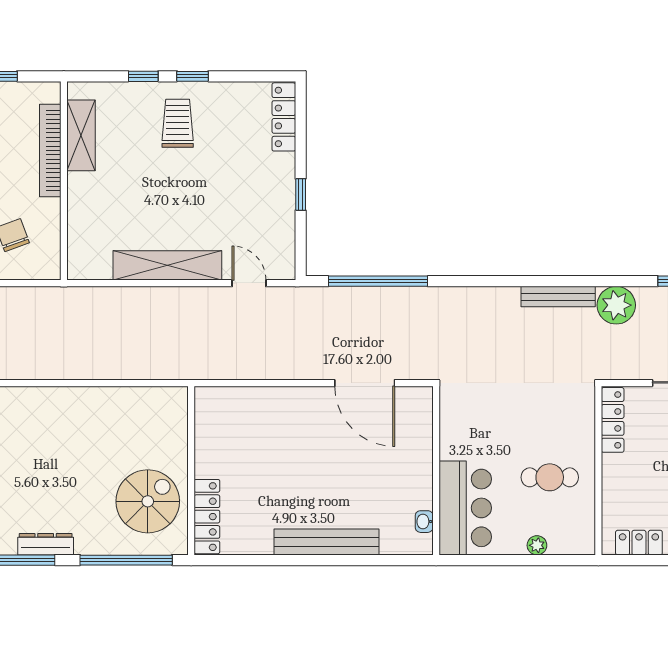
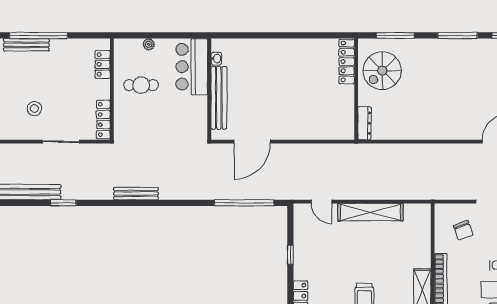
plant: (616, 305) -> (101, 188), removed
door: (365, 383) -> (252, 142), swing flipped
bench: (326, 542) -> (219, 98), moved, turned 90
locker: (639, 543) -> (103, 64), moved, turned 90
dresser: (46, 544) -> (364, 123), moved, turned -90
window: (126, 560) -> (395, 35), width x0.68

